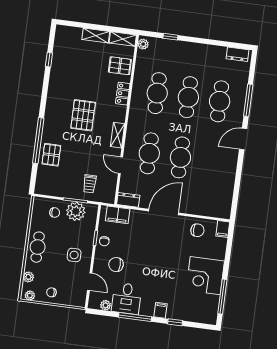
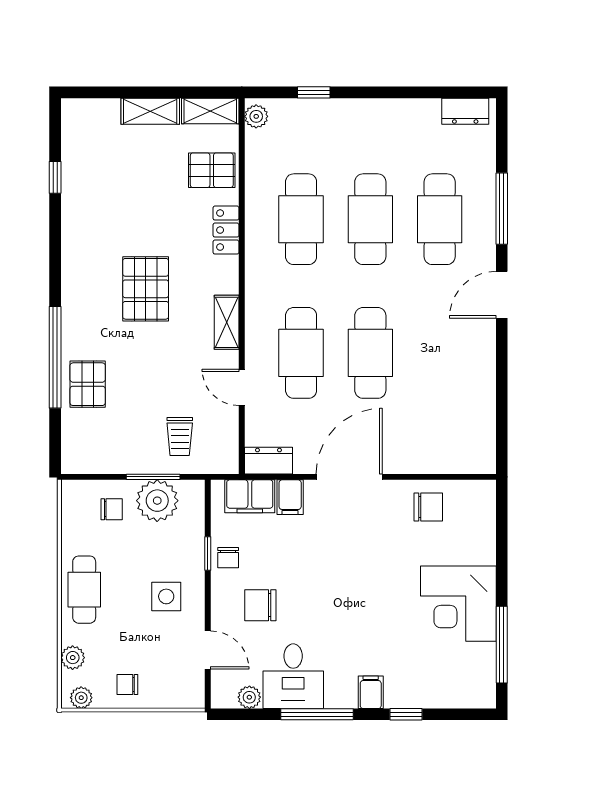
filing cabinet: (223, 229) -> (290, 497), moved

